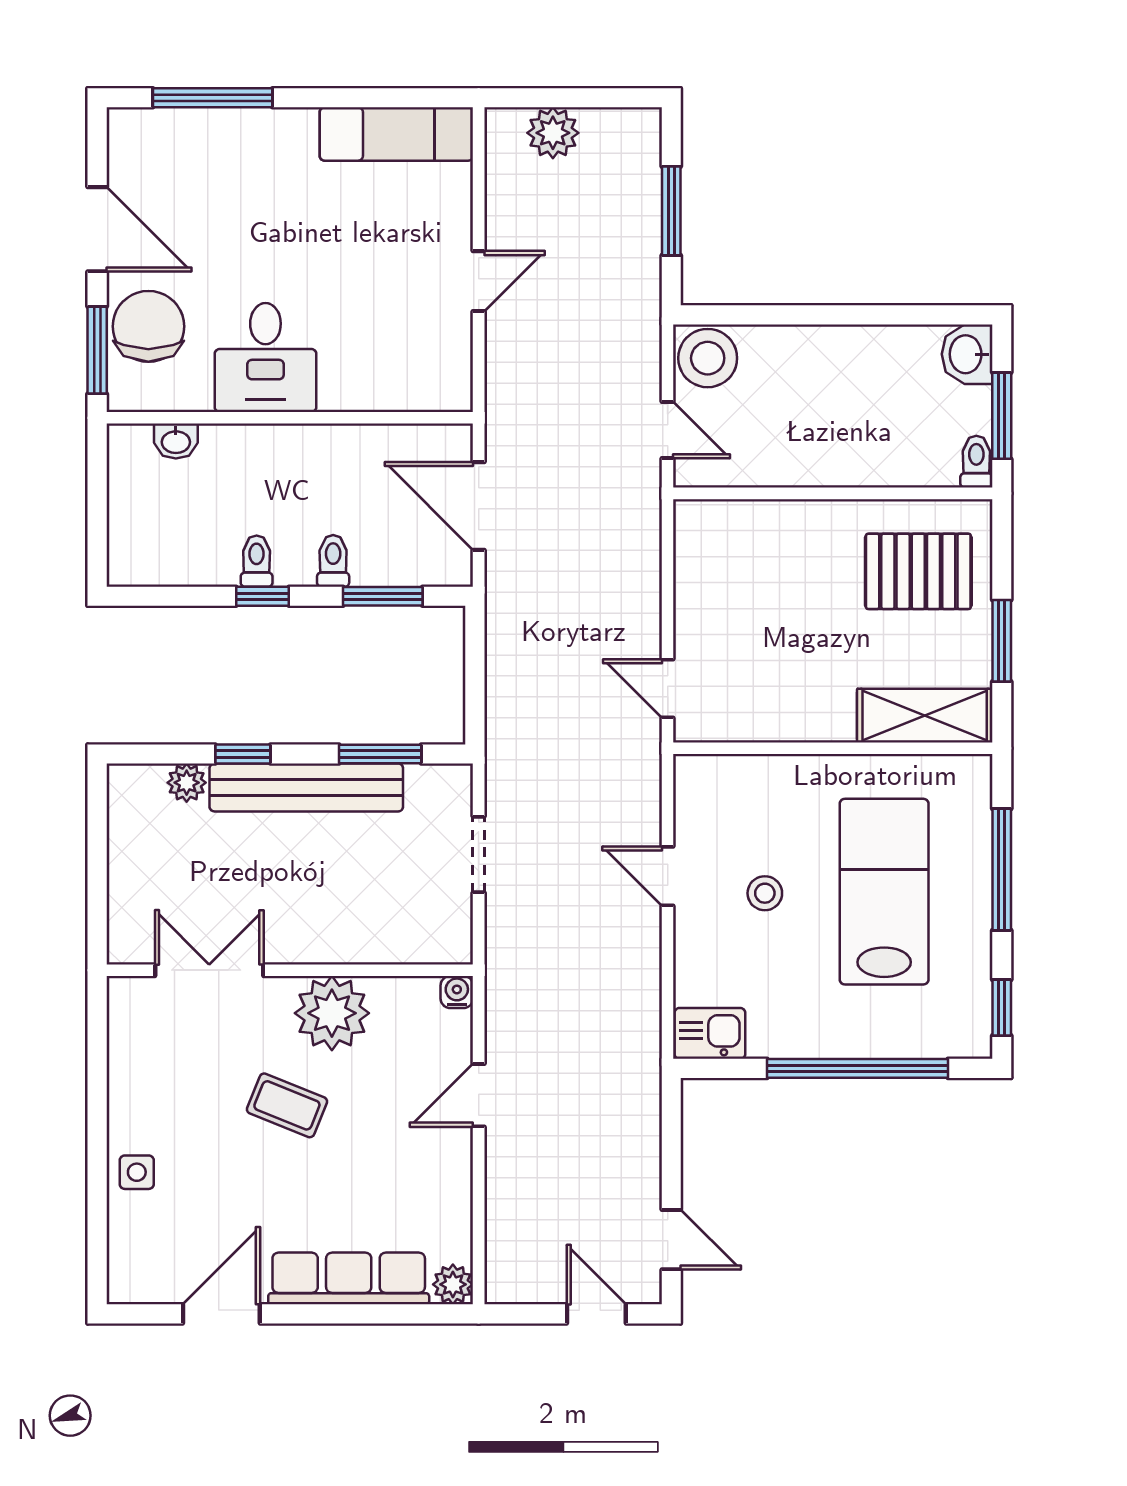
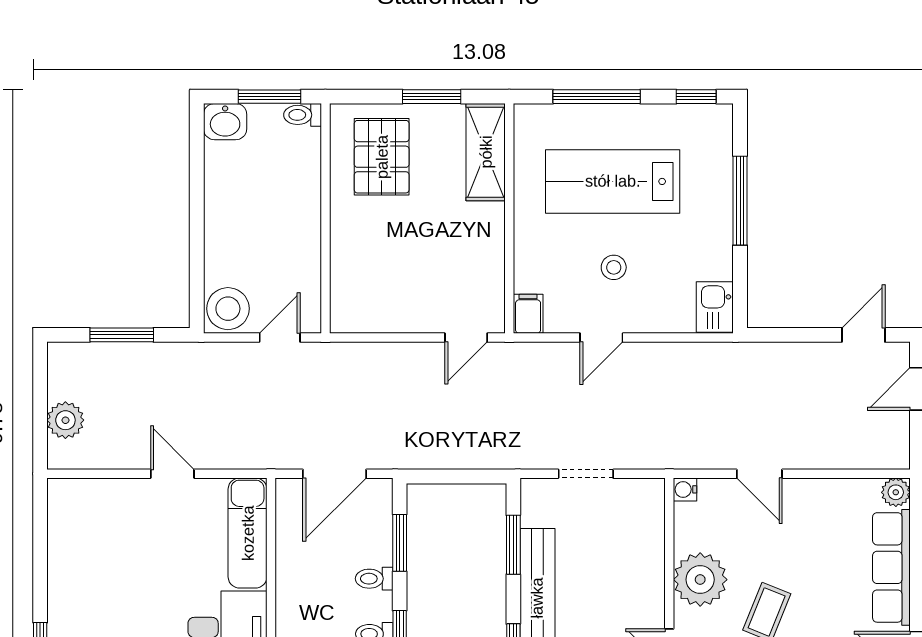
exam couch: (396, 134) -> (248, 533), moved, turned 180
filing cabinet: (700, 774) -> (528, 314), added
window: (857, 1068) -> (740, 201), width x0.68

